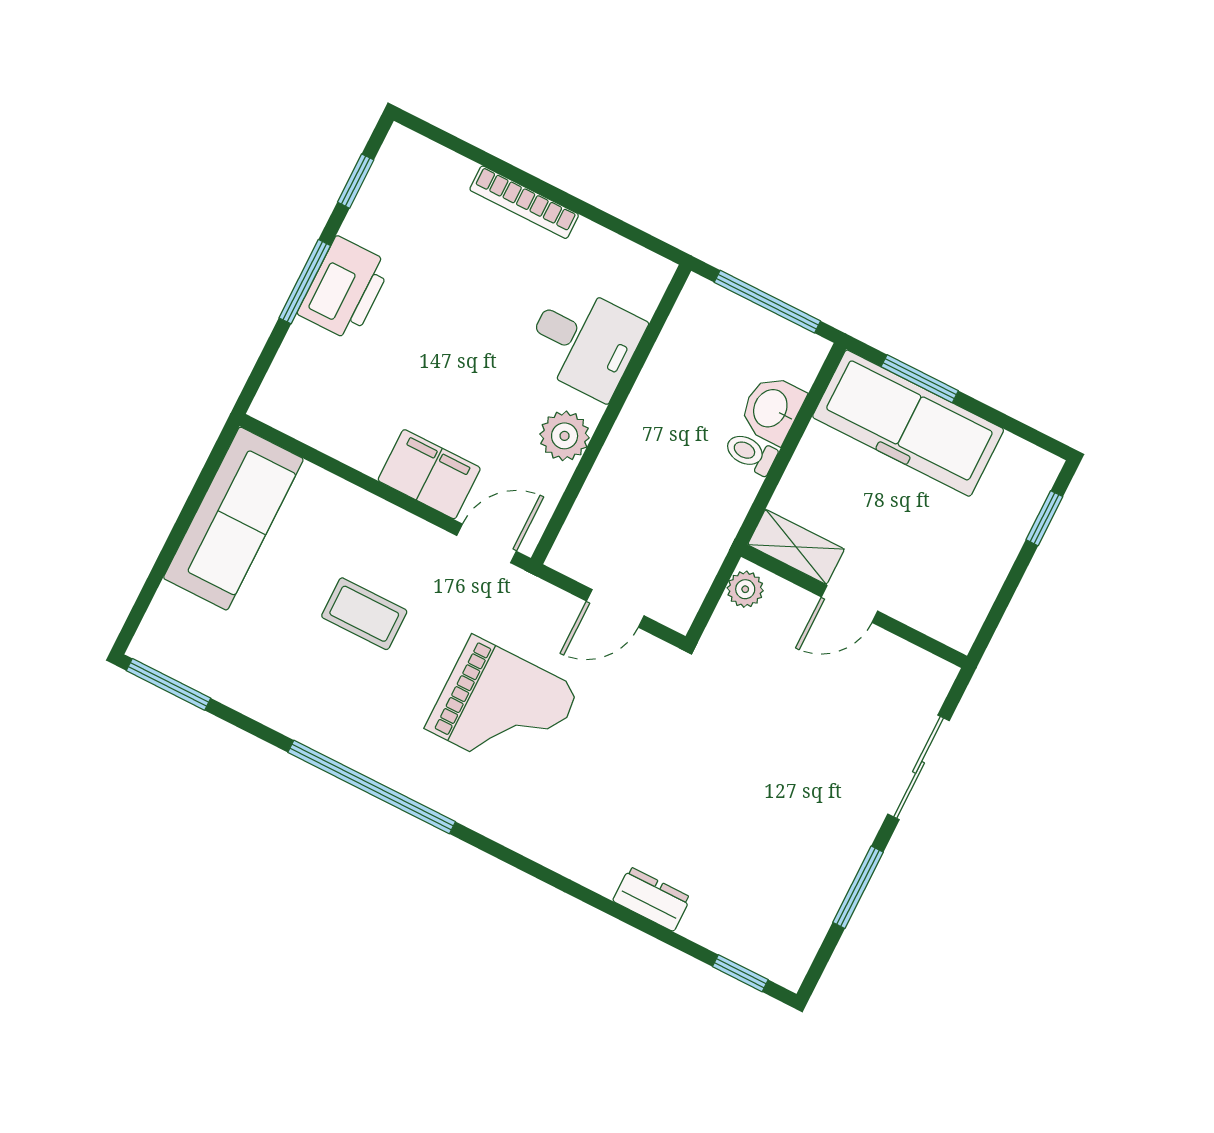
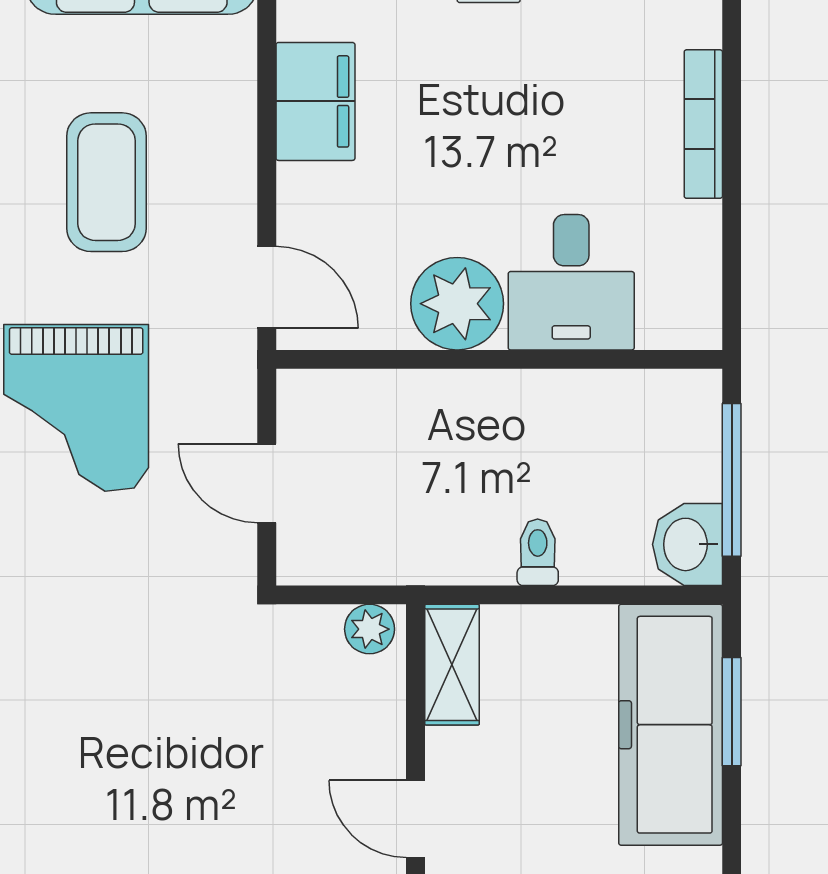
washbasin: (772, 409) -> (688, 544), moved, turned -90
plant: (565, 436) -> (457, 304), width x1.36, depth x1.36
filing cabinet: (429, 474) -> (315, 101), moved
door: (849, 604) -> (416, 819), moved
coffee table: (364, 614) -> (107, 182), width x1.36, depth x1.30

